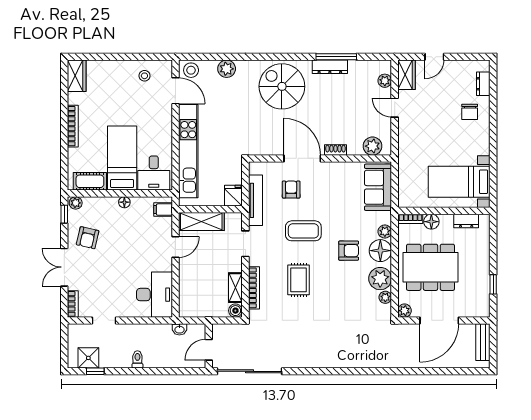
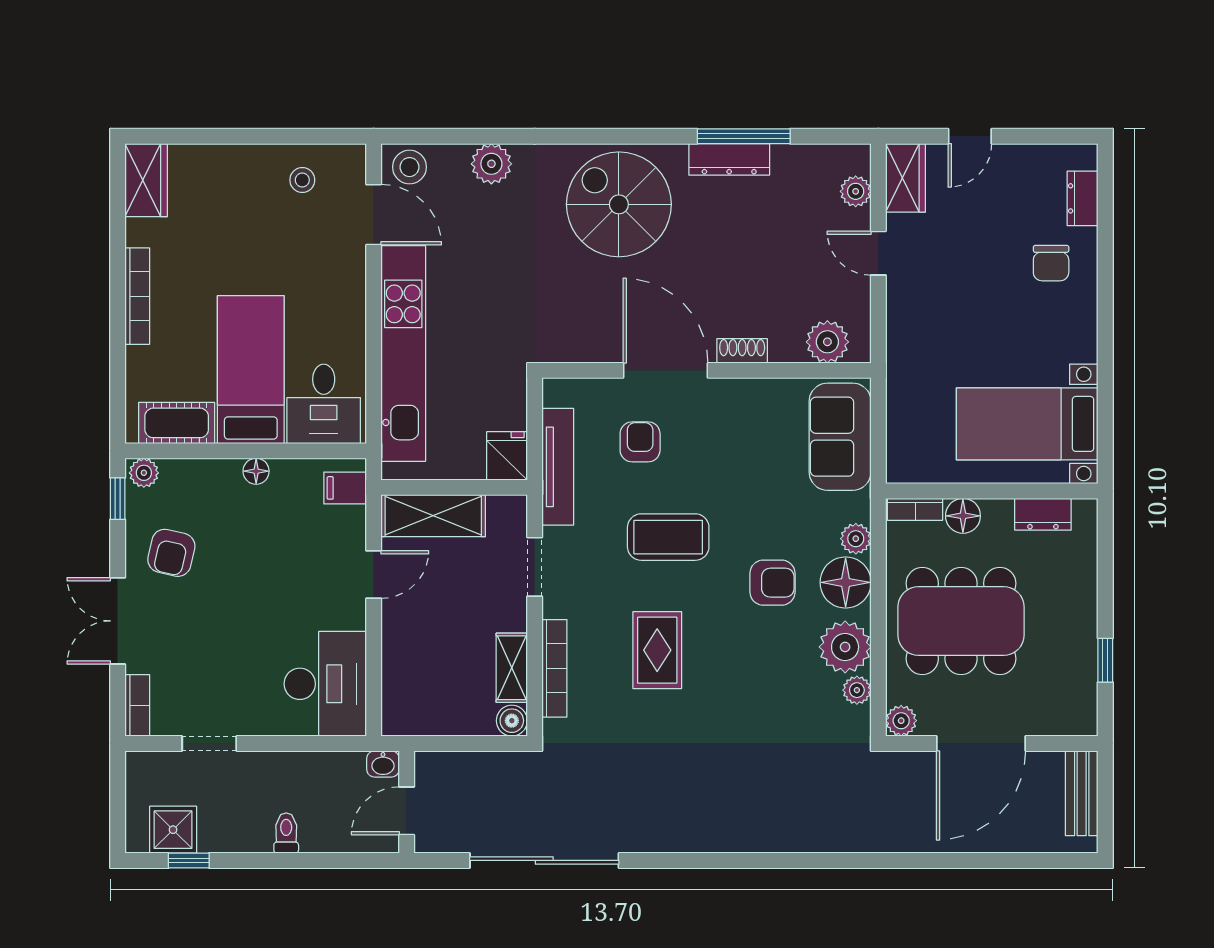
wall: (209, 346) -> (407, 802), moved
door: (209, 350) -> (407, 811), moved

